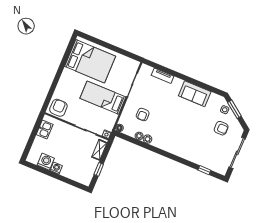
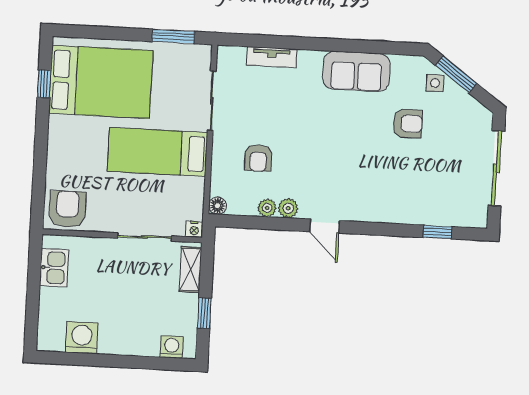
window: (126, 53) -> (173, 36), added
window: (67, 54) -> (44, 84), added
armchair: (221, 128) -> (408, 124), moved
door: (160, 152) -> (324, 226), added
washing machine: (56, 168) -> (172, 347), moved

